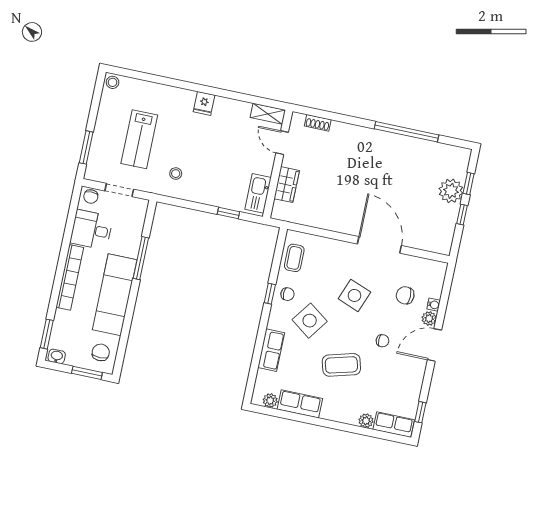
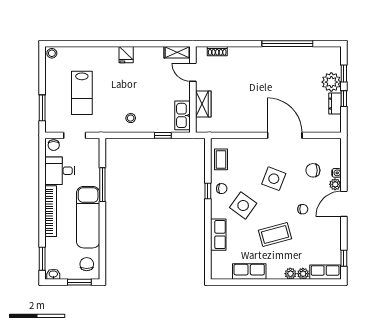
stool: (176, 174) -> (131, 118), moved
dresser: (450, 218) -> (335, 104), added
plant: (270, 401) -> (290, 274), moved

